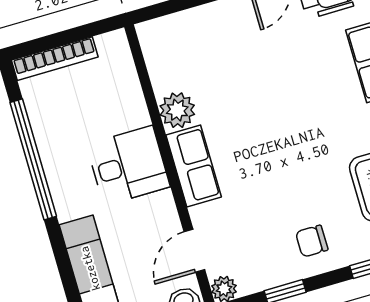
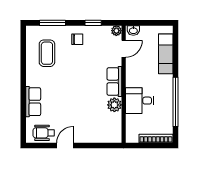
desk: (128, 166) -> (140, 101), moved

